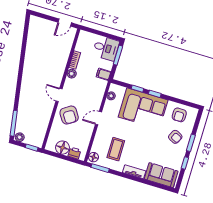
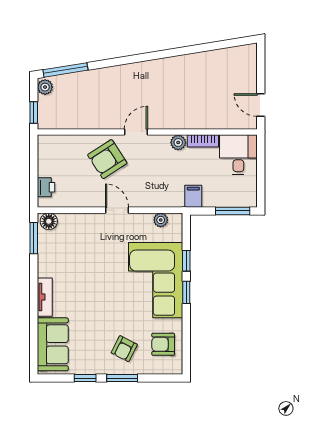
desk: (106, 48) -> (238, 155), moved, turned 180
floor lamp: (62, 148) -> (49, 164), removed
coffee table: (116, 149) -> (74, 255), removed

